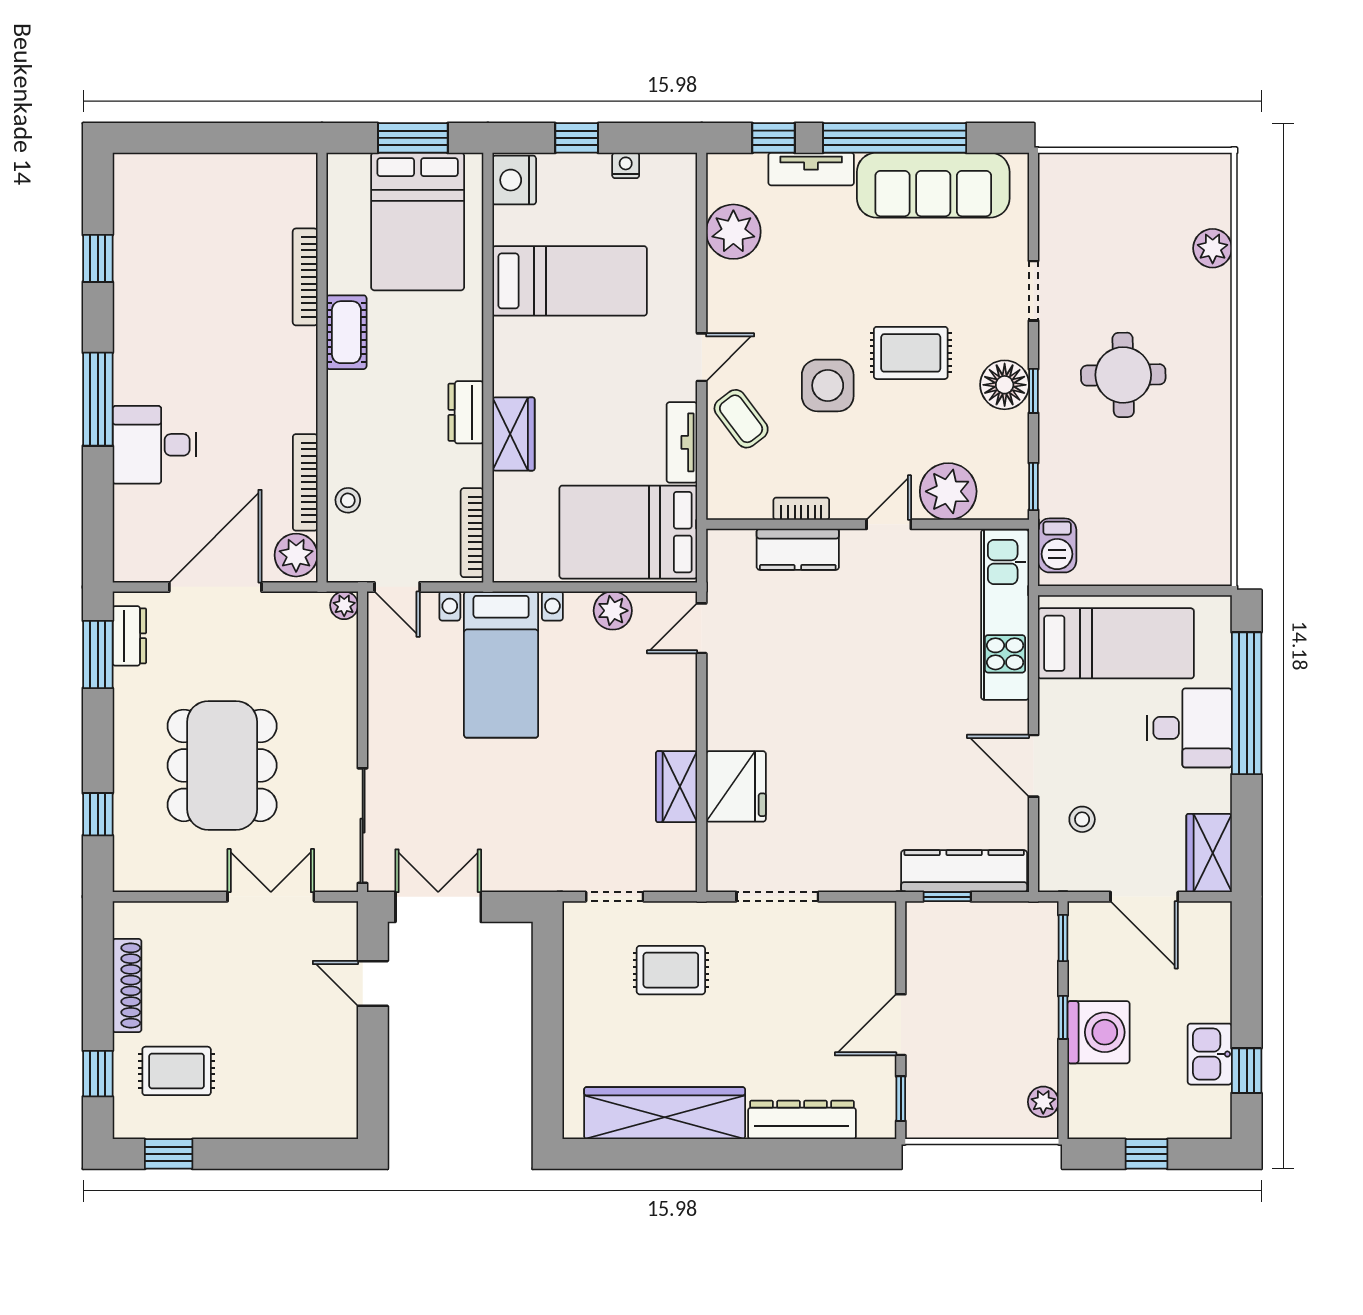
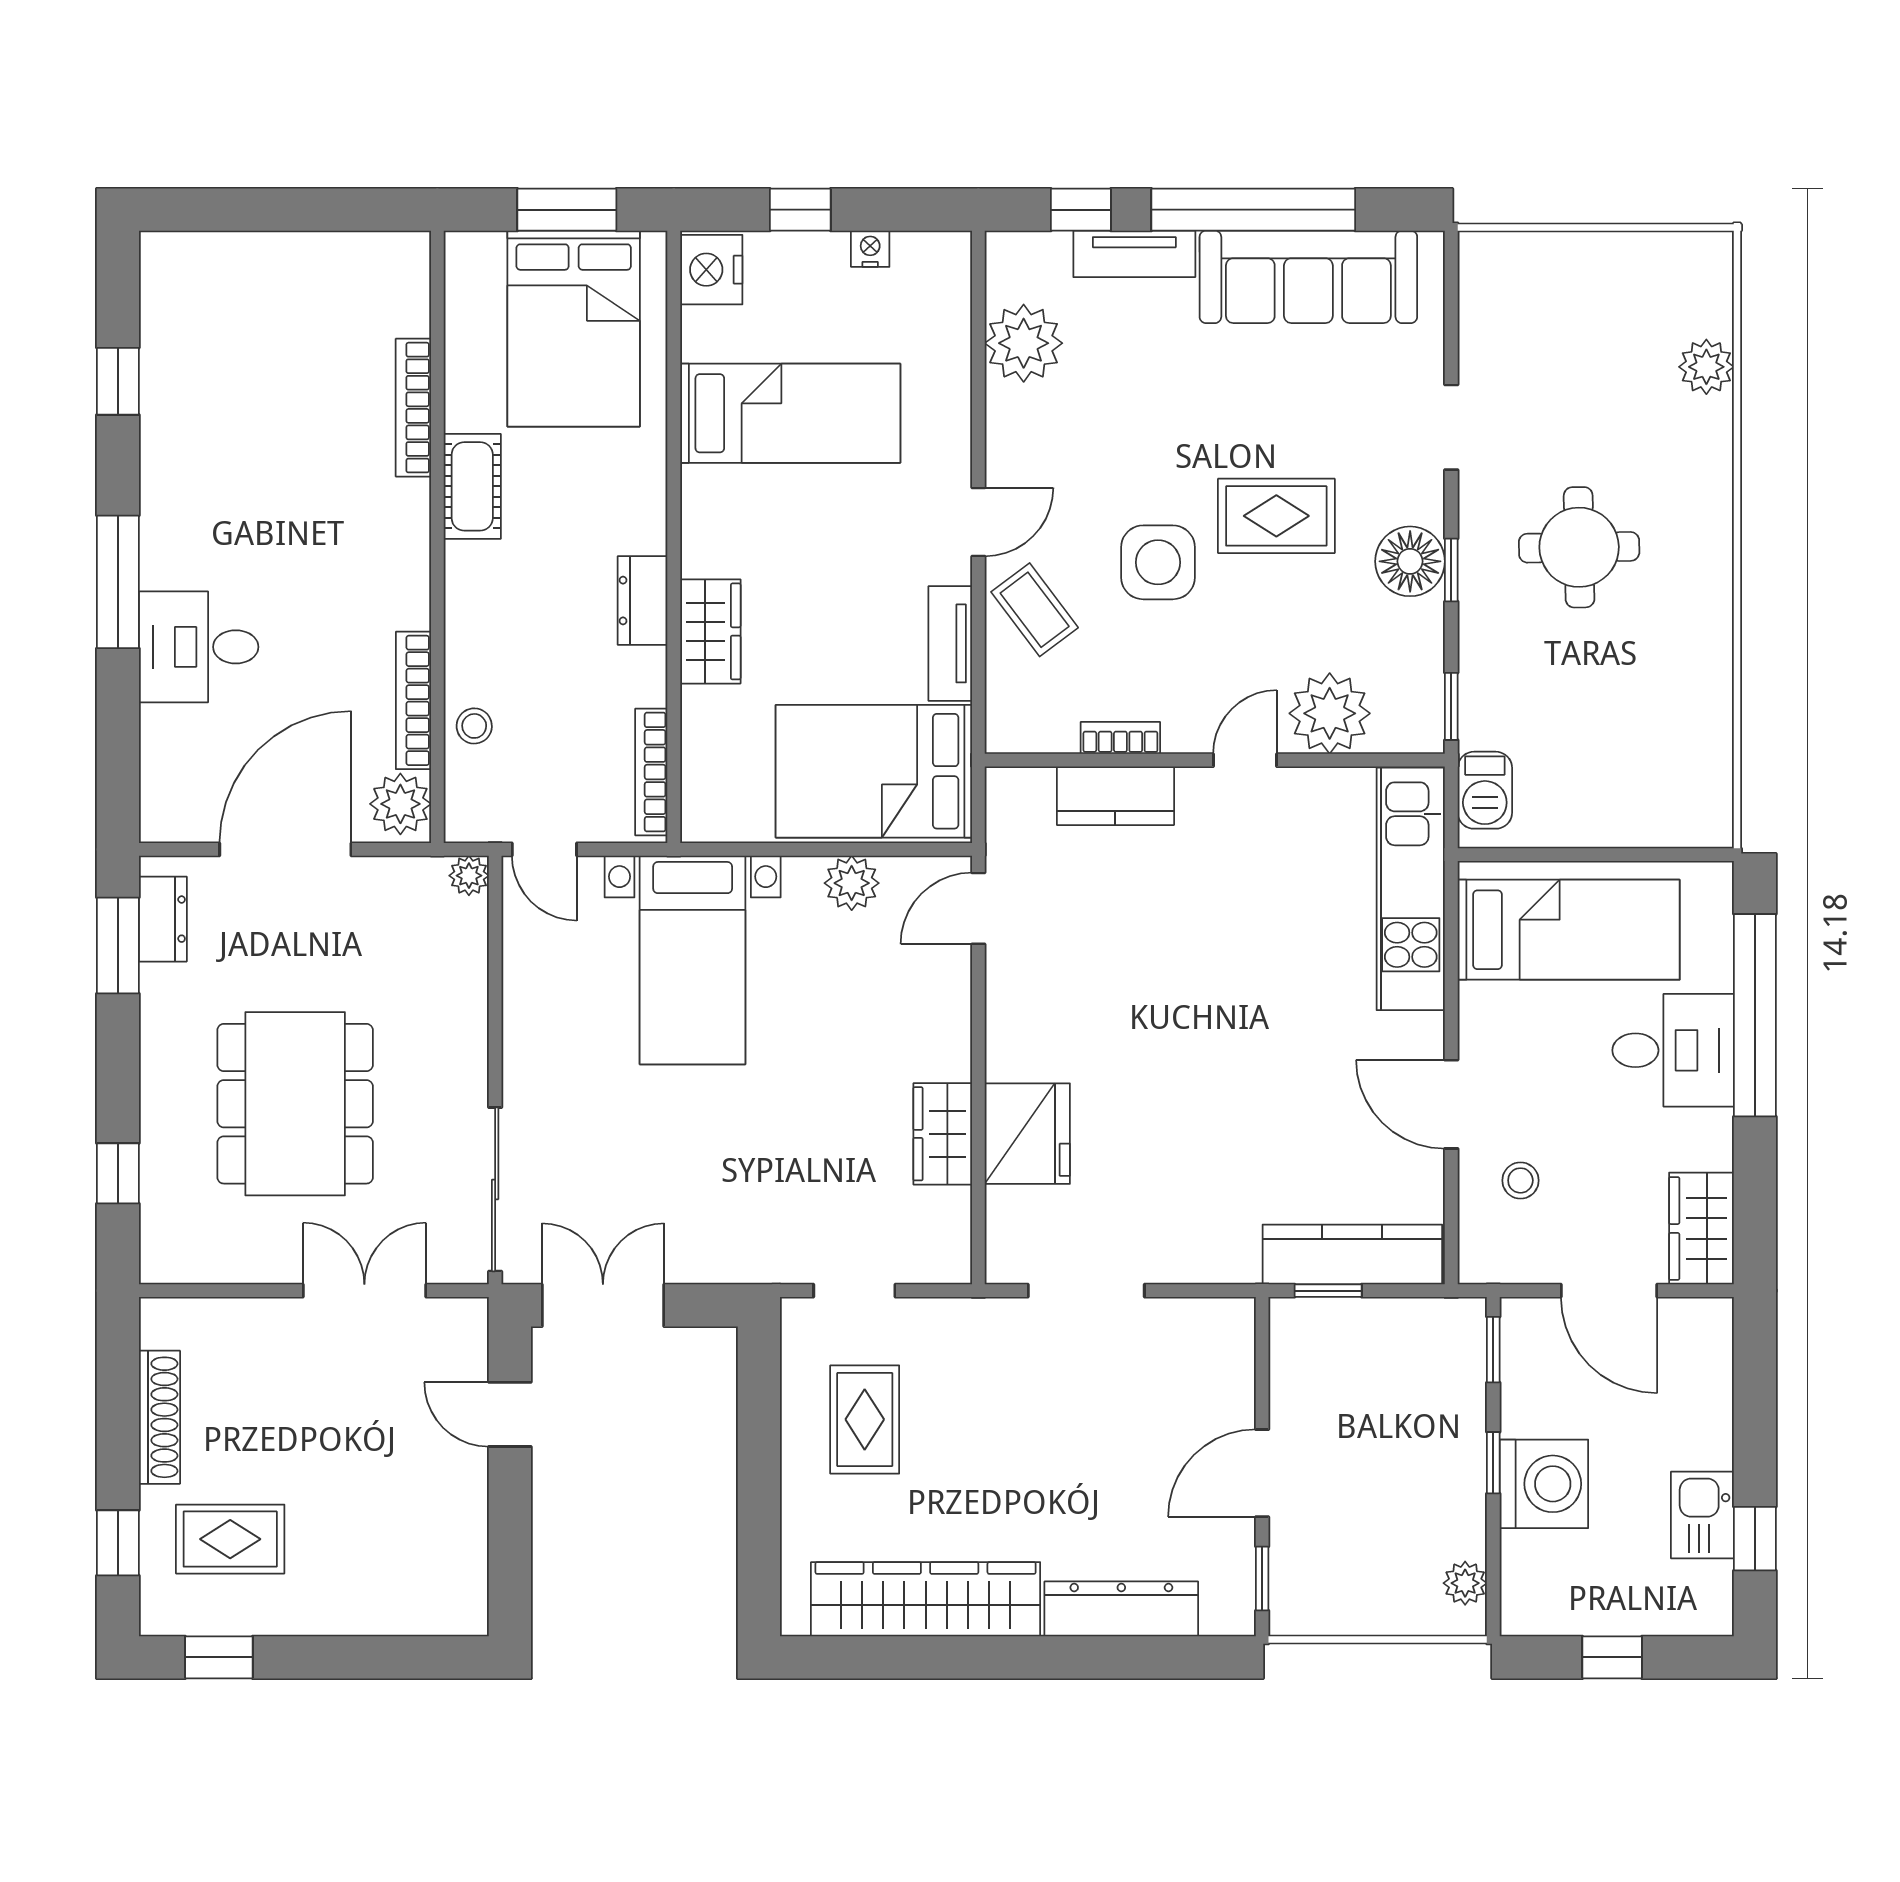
rug: (671, 970) -> (865, 1419), moved, turned 90

